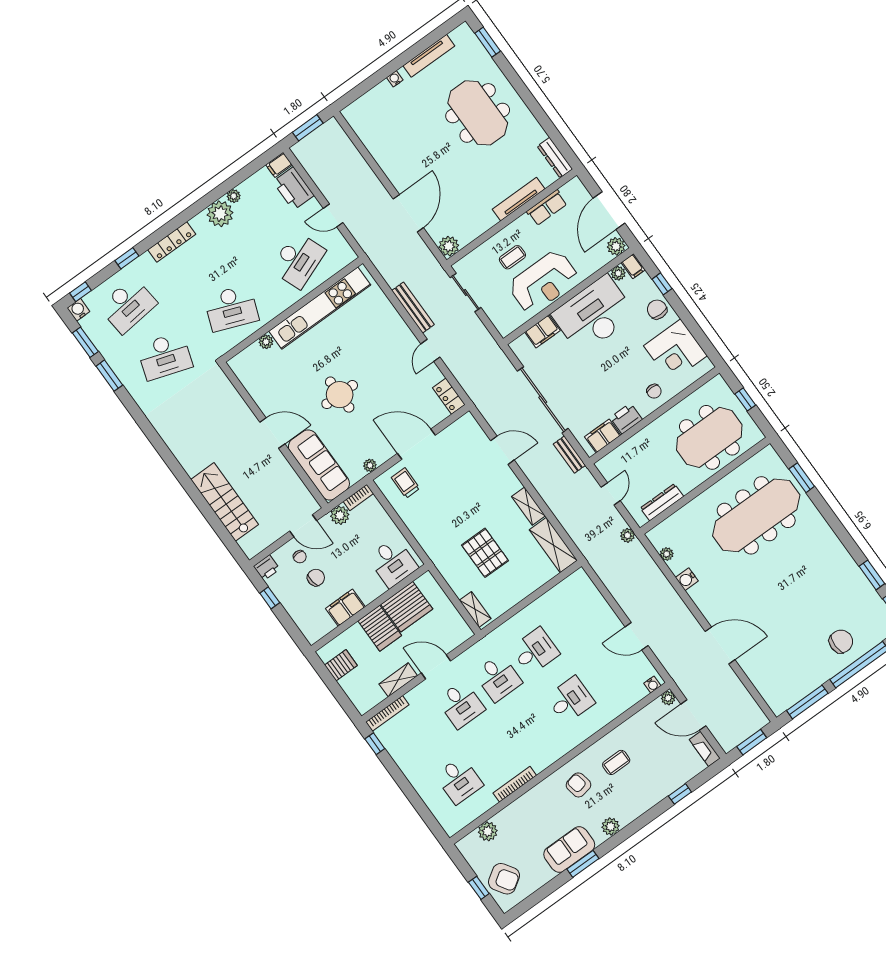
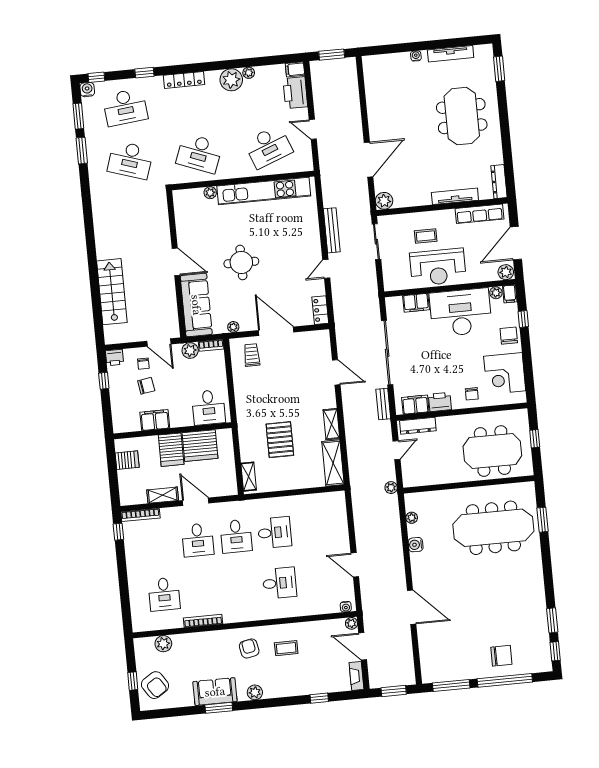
row of seats: (547, 208) -> (480, 214), width x1.48
dresser: (662, 502) -> (418, 426), moved, turned 180

